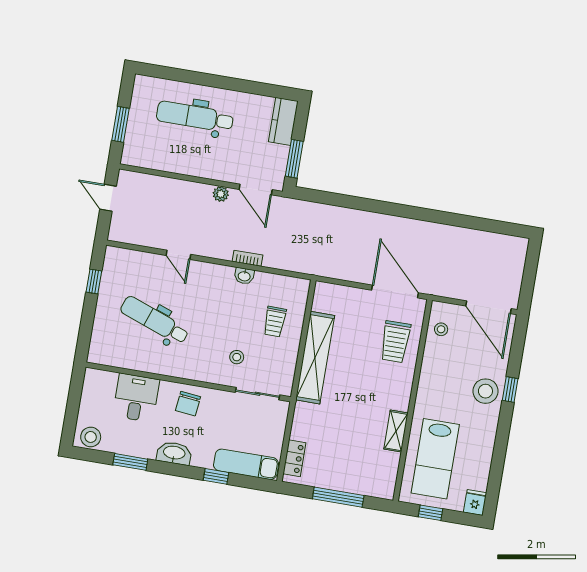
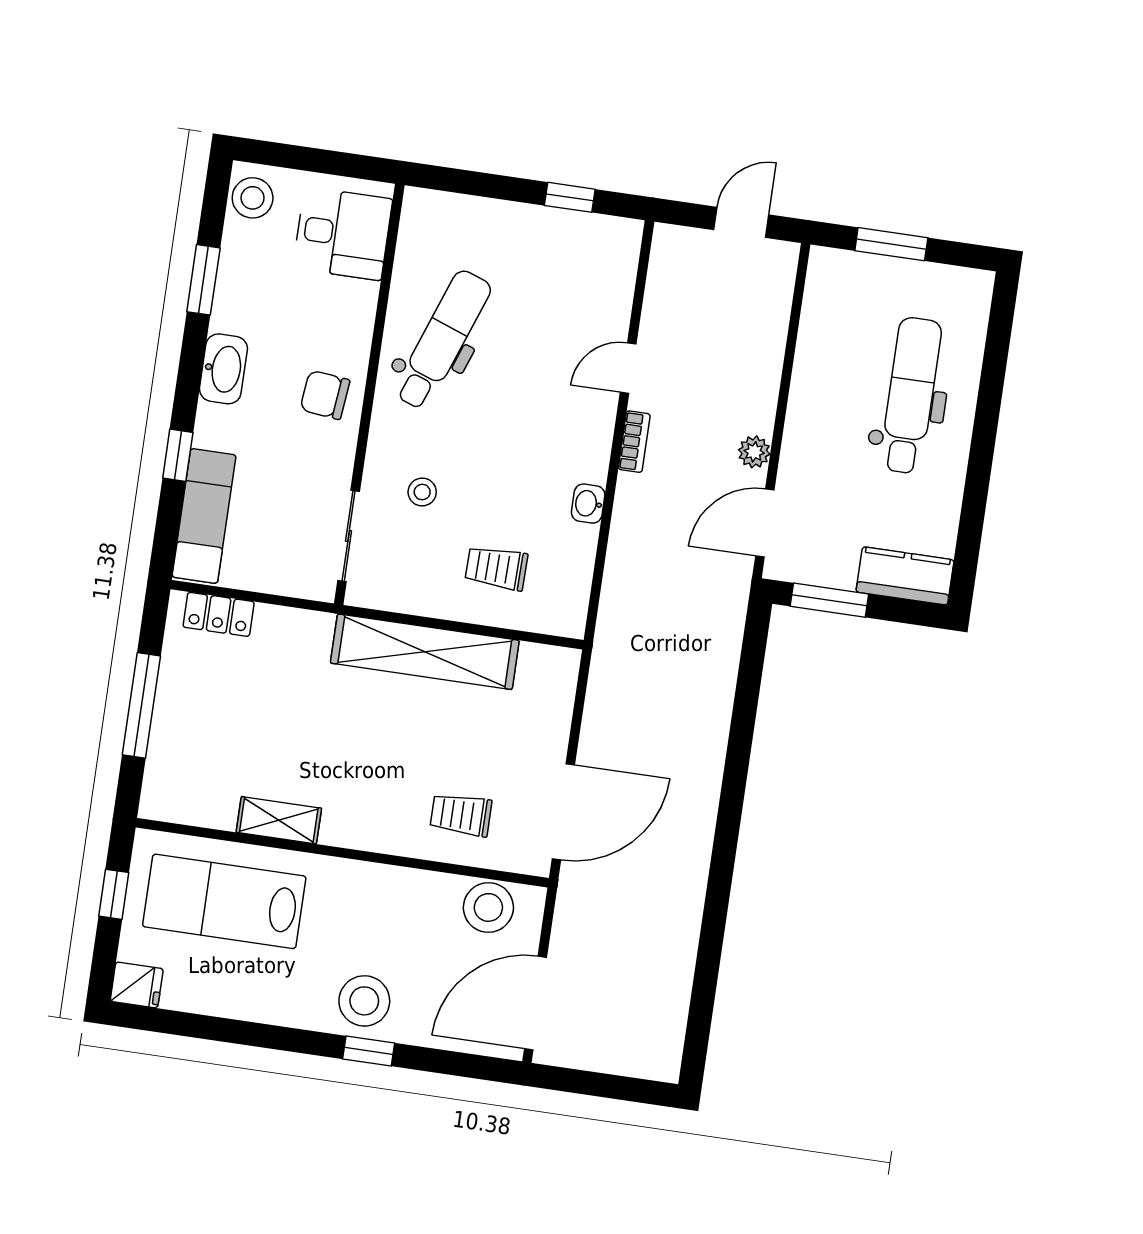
bookcase: (247, 258) -> (634, 442), moved
dental chair: (155, 320) -> (443, 340), moved
stool: (441, 329) -> (488, 907), width x1.89, depth x1.89
trolley: (395, 342) -> (461, 815), width x0.73, depth x0.72
desk: (136, 398) -> (343, 234), moved

